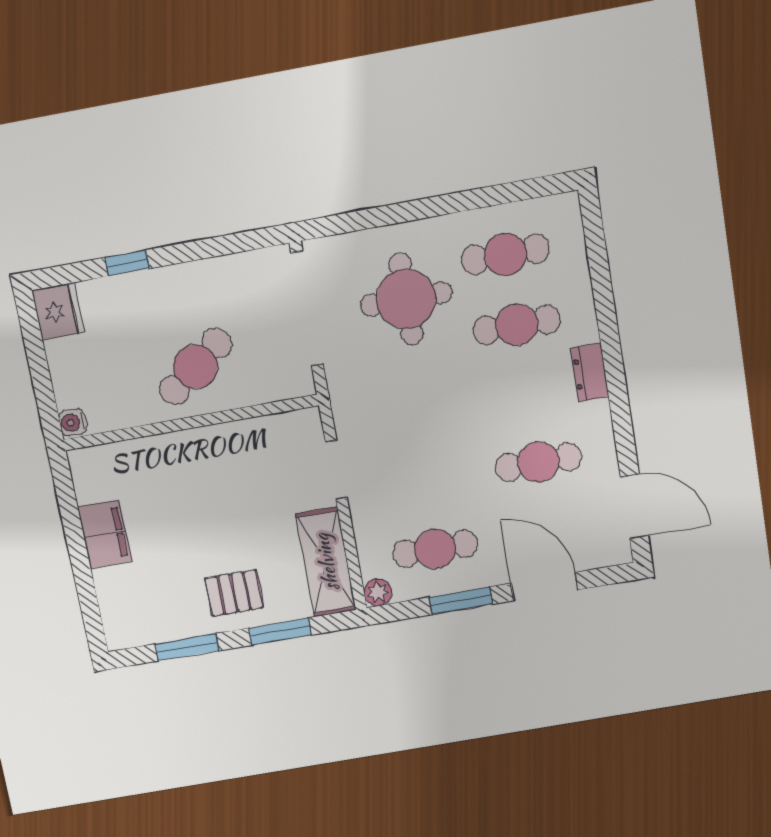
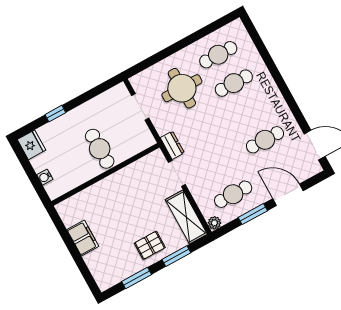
doorway: (307, 309) -> (140, 107), width x0.53
cafe table: (196, 367) -> (100, 149), turned -53
dresser: (590, 372) -> (172, 145), moved, turned 180
water cooler: (73, 422) -> (45, 177), moved

